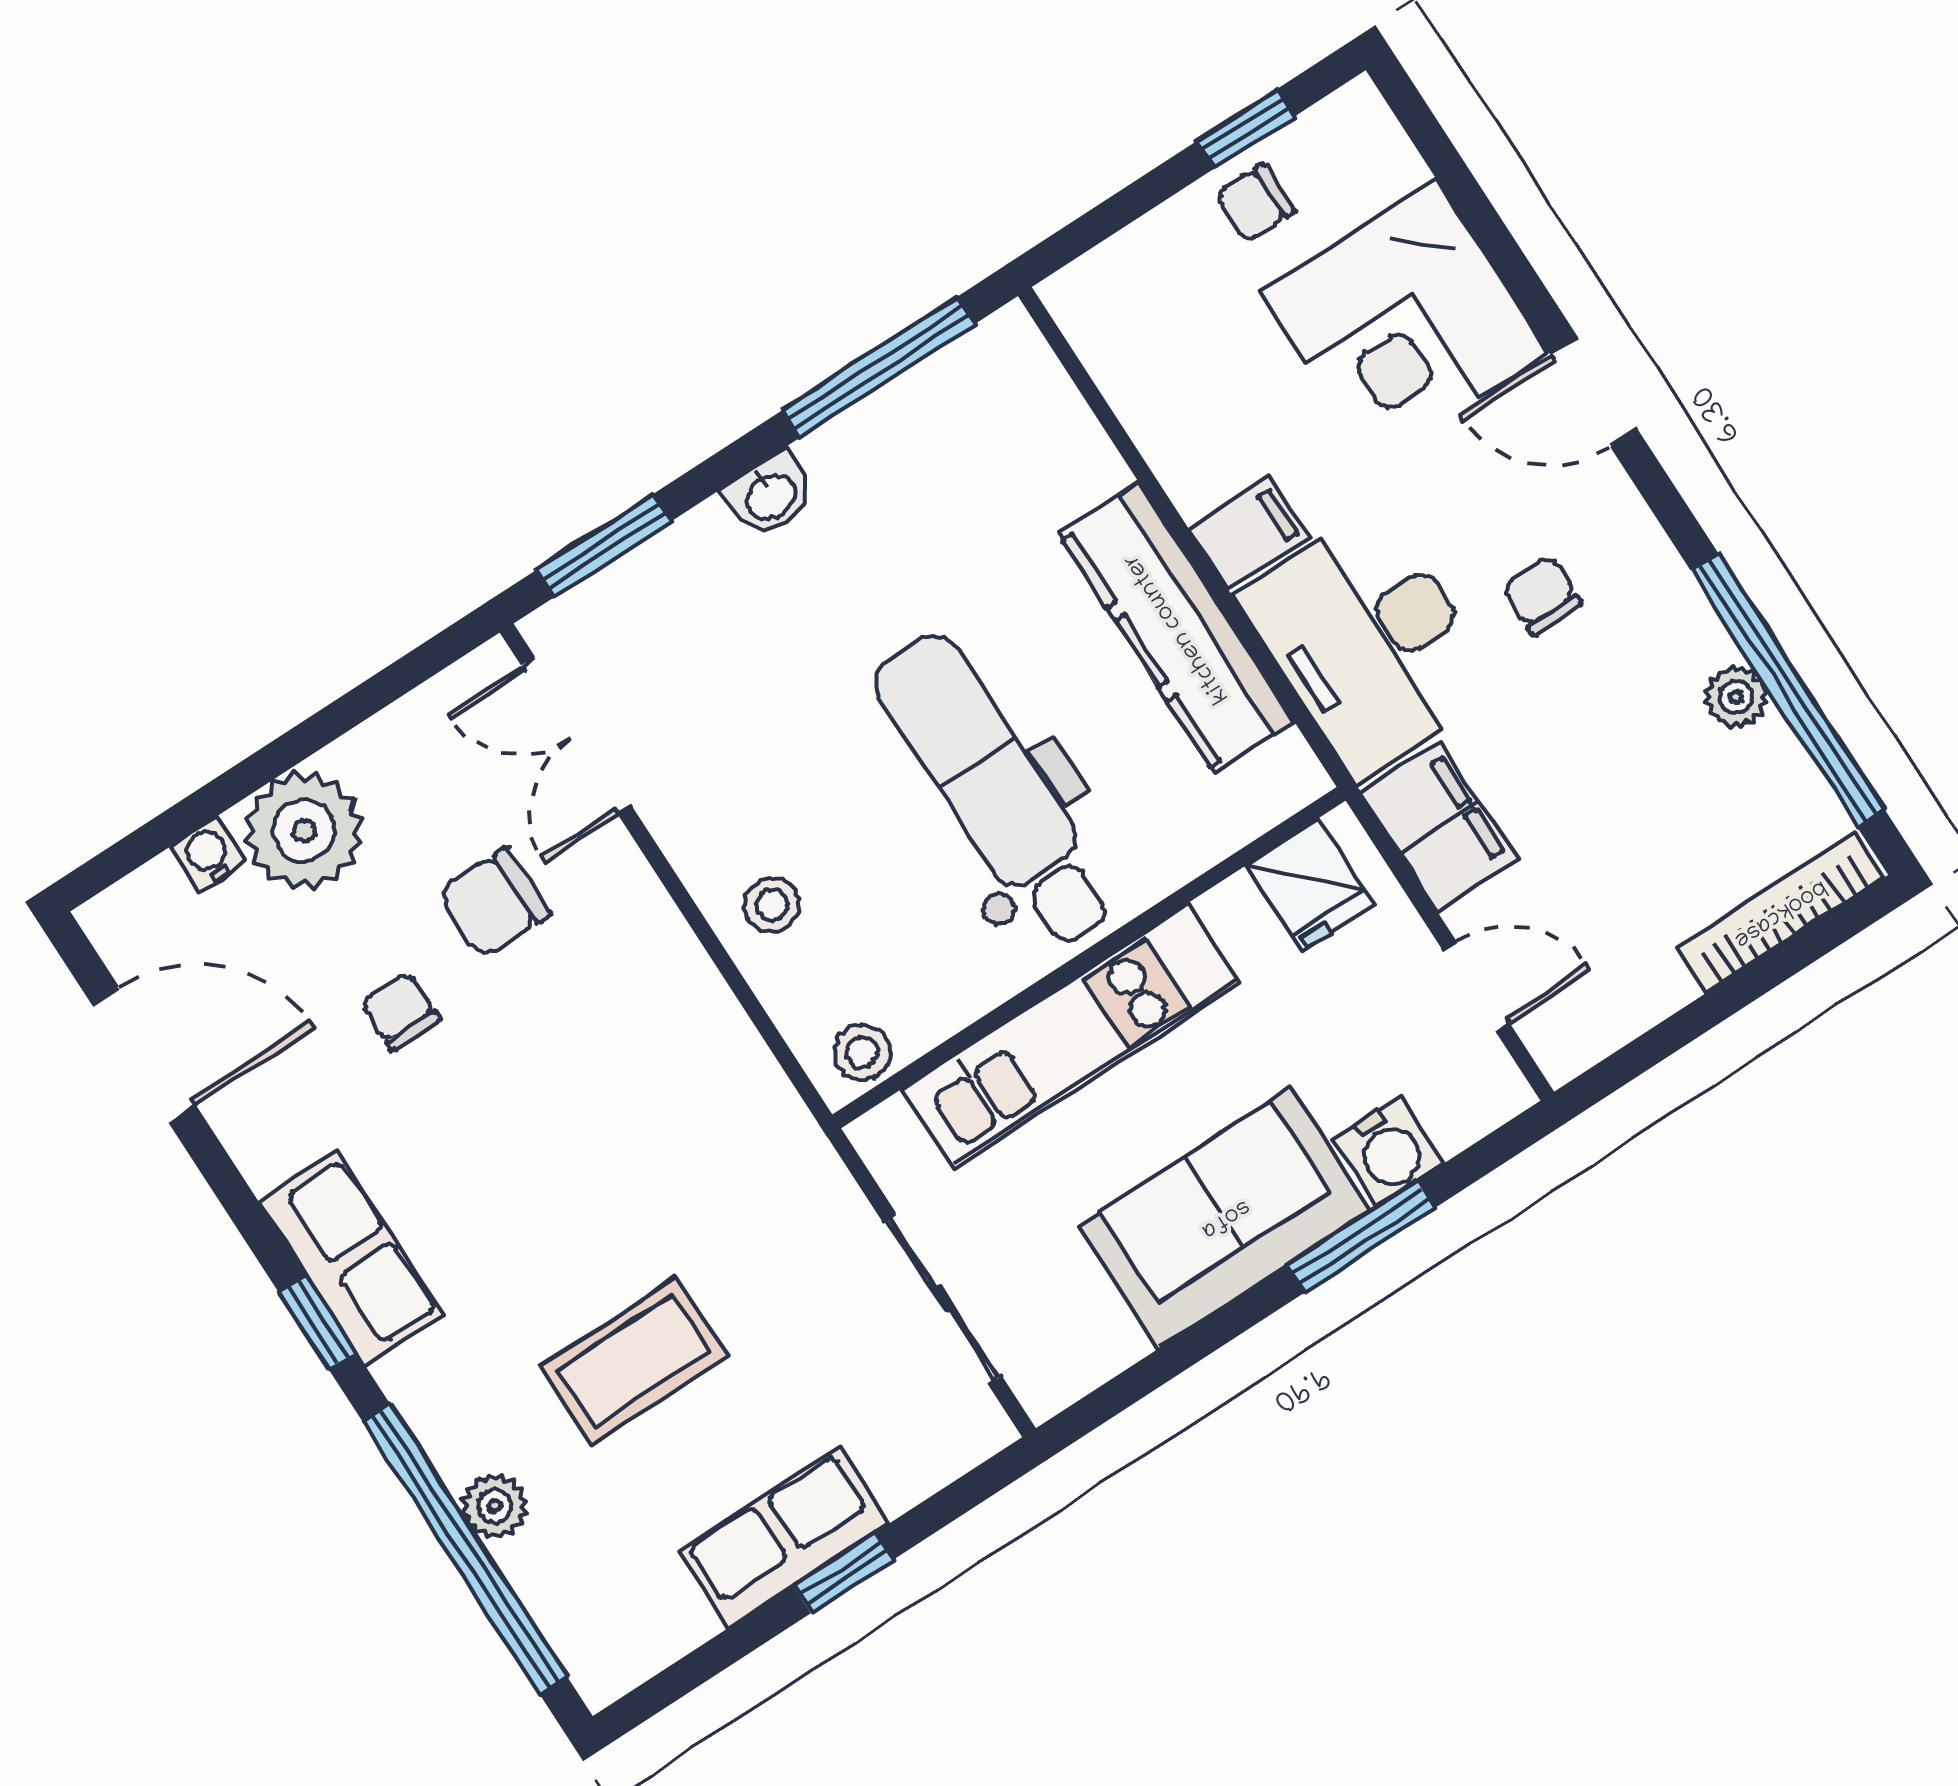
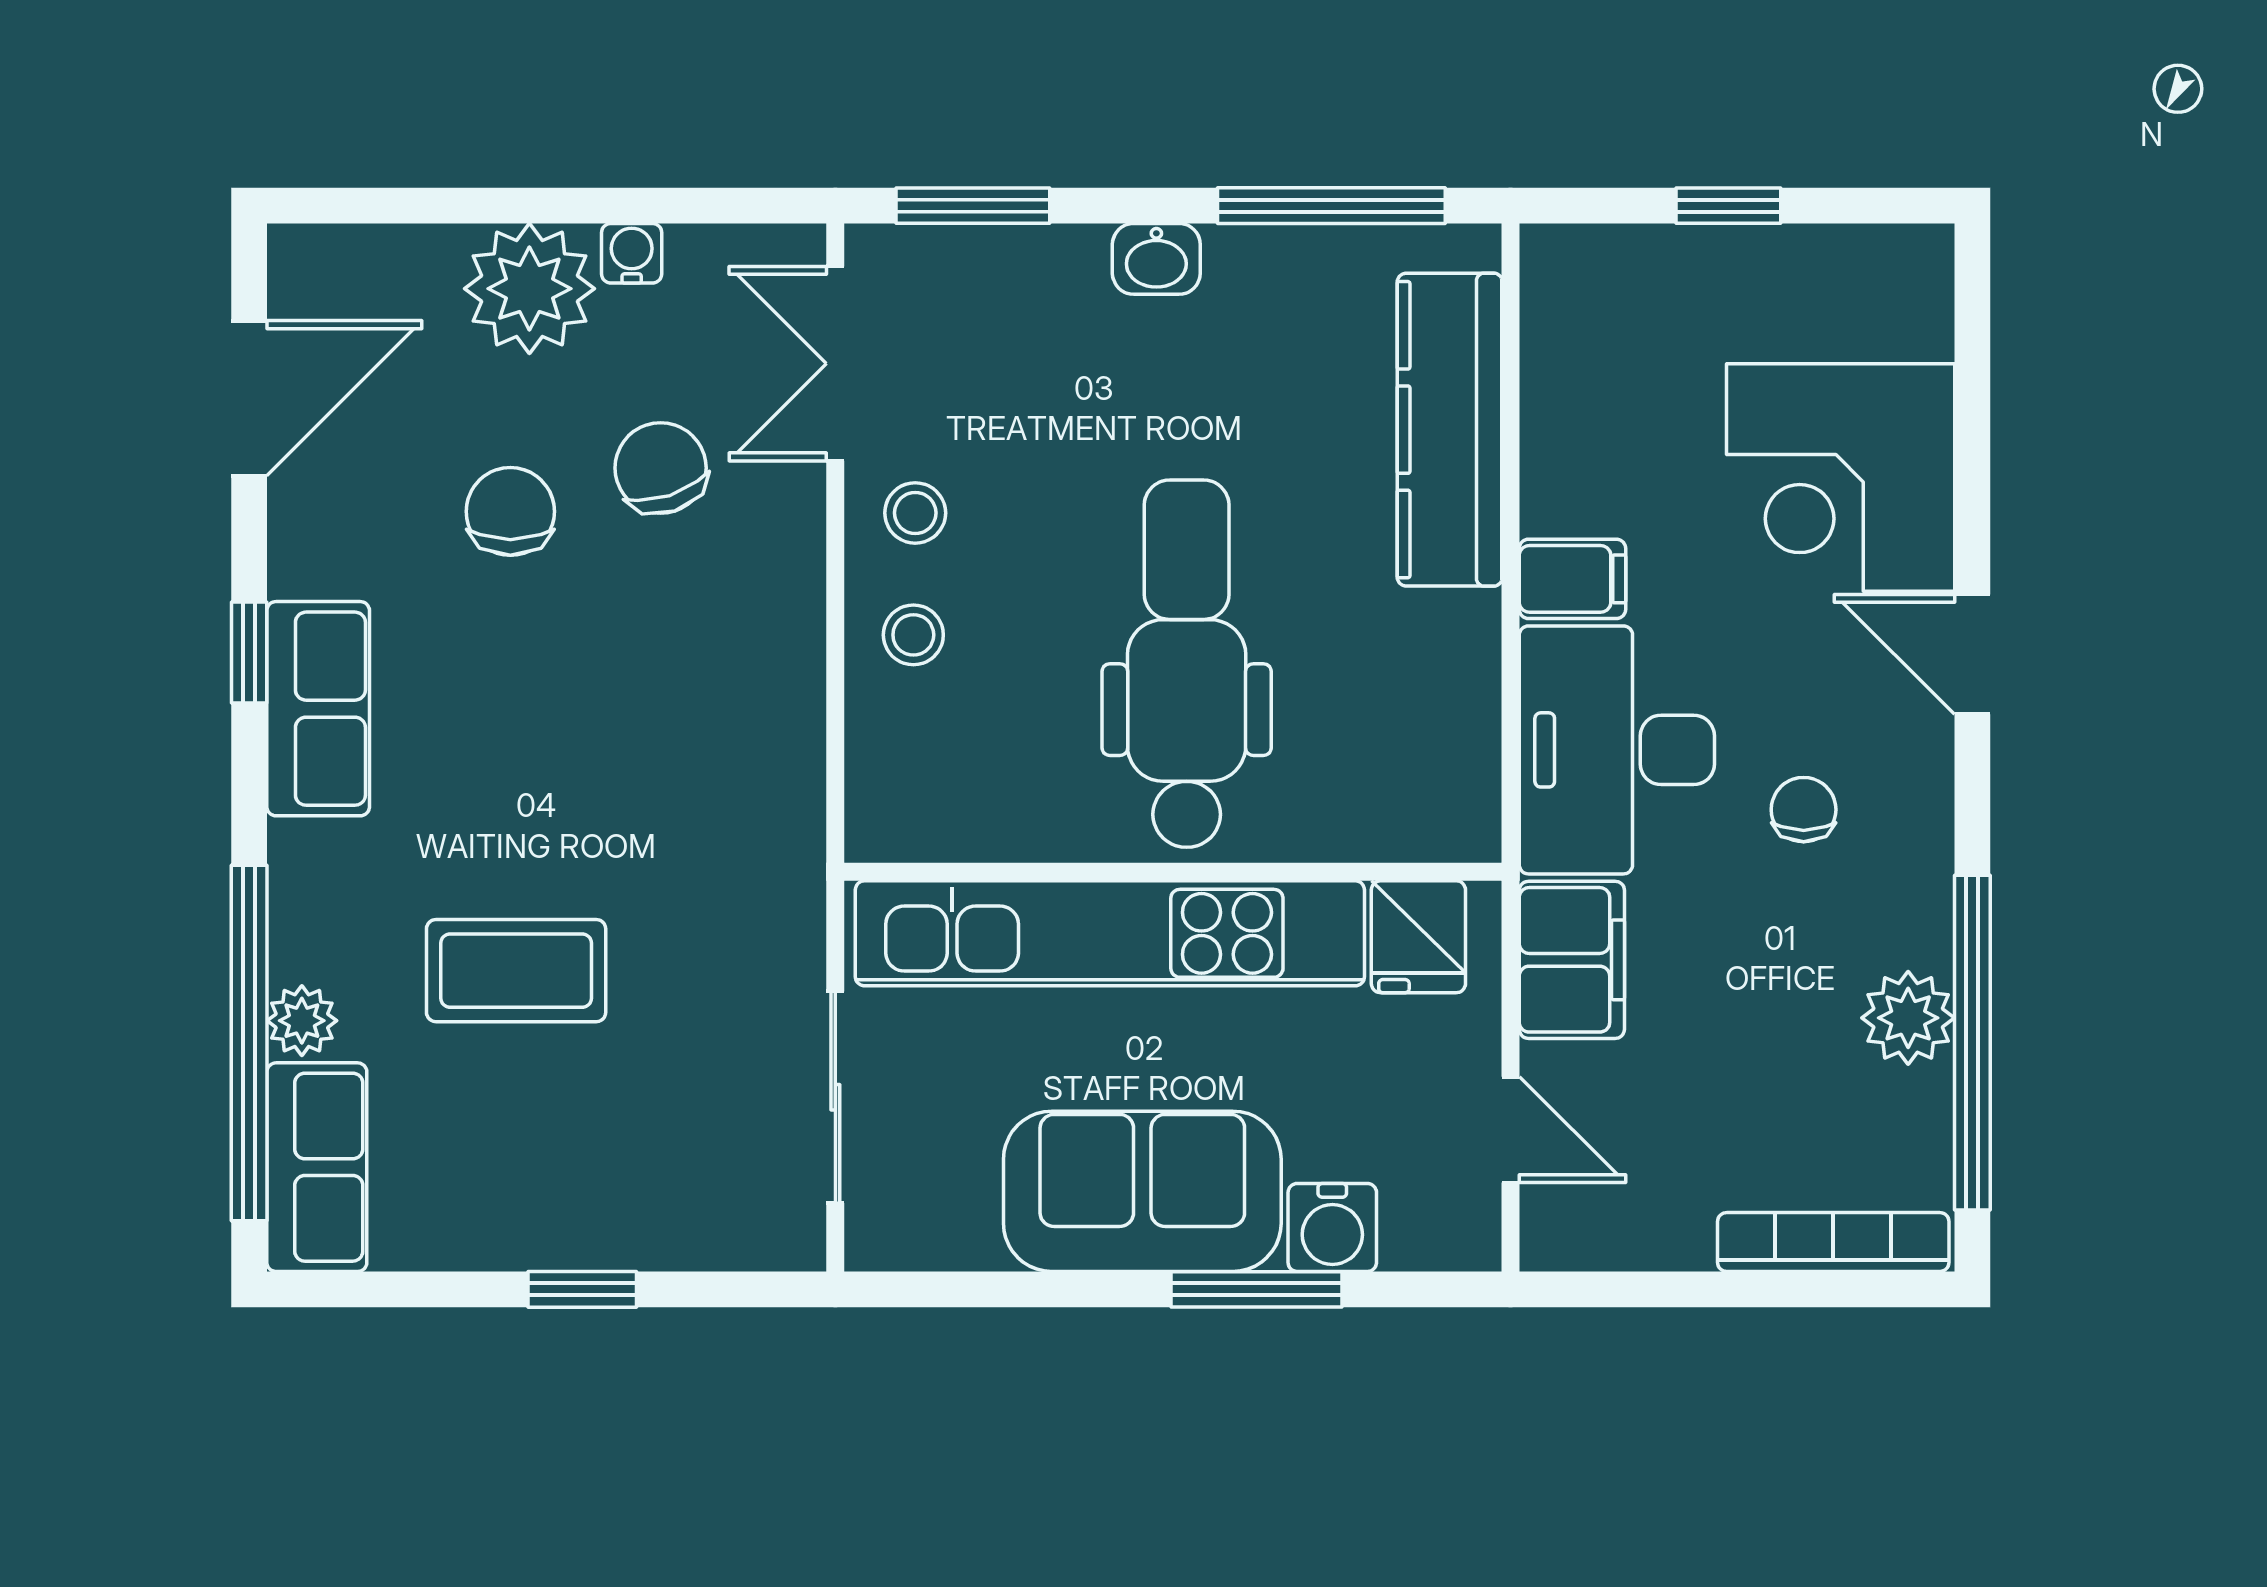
window: (1246, 129) -> (1728, 206), moved
chair: (1255, 203) -> (1774, 279), removed
kitchen counter: (1177, 628) -> (1449, 430), moved
plant: (1736, 697) -> (1908, 1018), width x1.38, depth x1.38
water cooler: (208, 854) -> (632, 253), moved
chair: (494, 903) -> (661, 468), turned 72
chair: (401, 1011) -> (510, 511), width x1.37, depth x1.37
kitchen unit: (1071, 1036) -> (1110, 933), width x1.36
stool: (862, 1053) -> (915, 513), moved
door: (144, 1055) -> (249, 398), hinge flipped
window: (318, 1323) -> (249, 652), moved
row of seats: (783, 1538) -> (317, 1167), moved, turned 90

